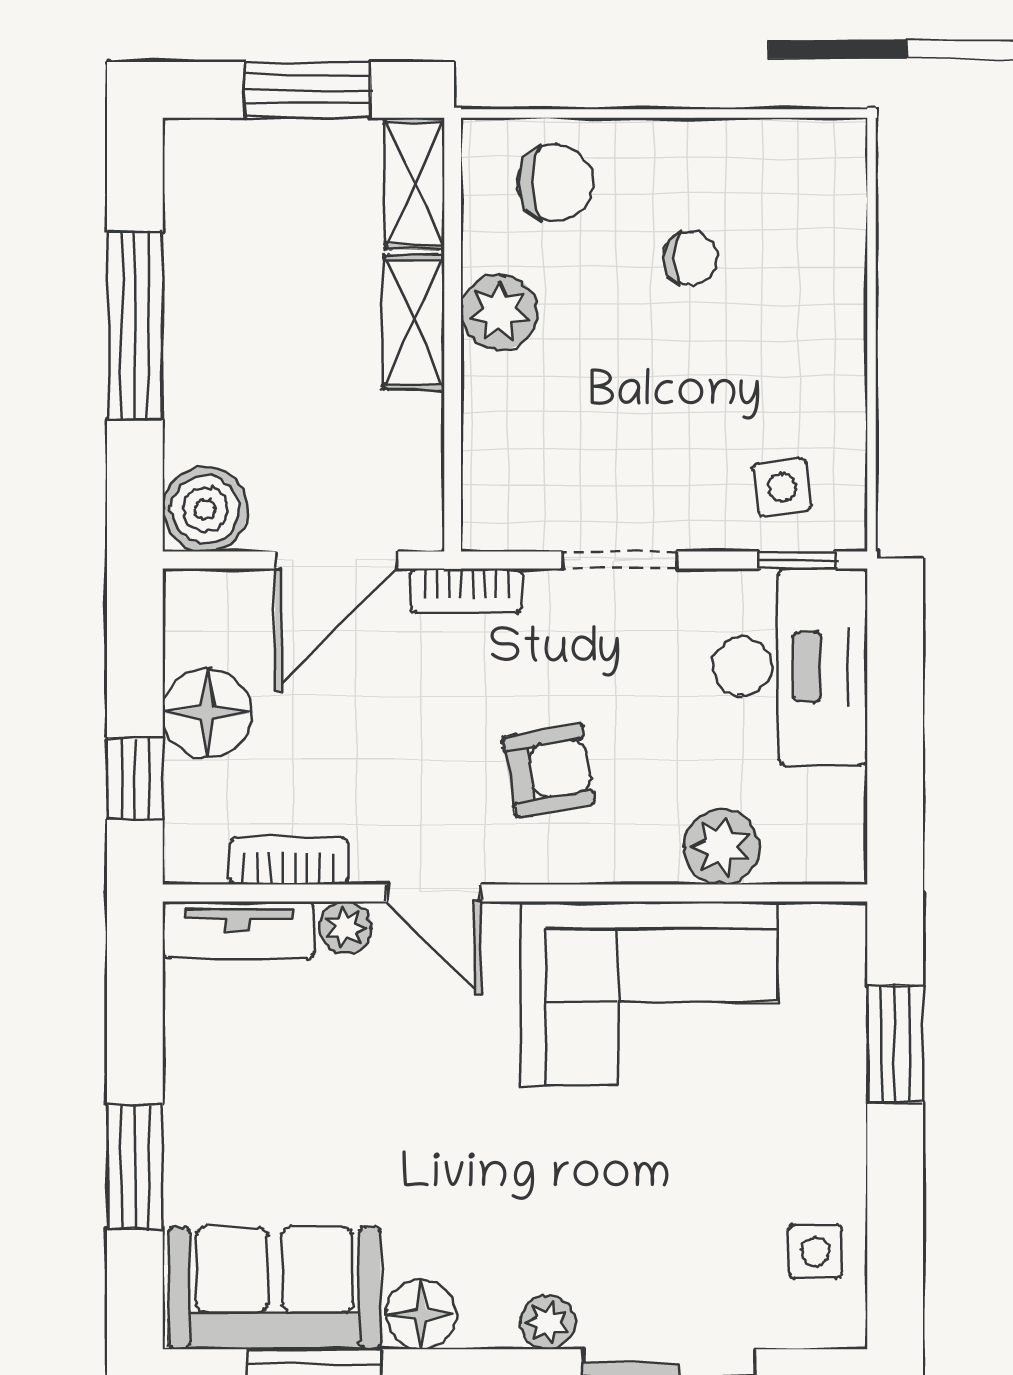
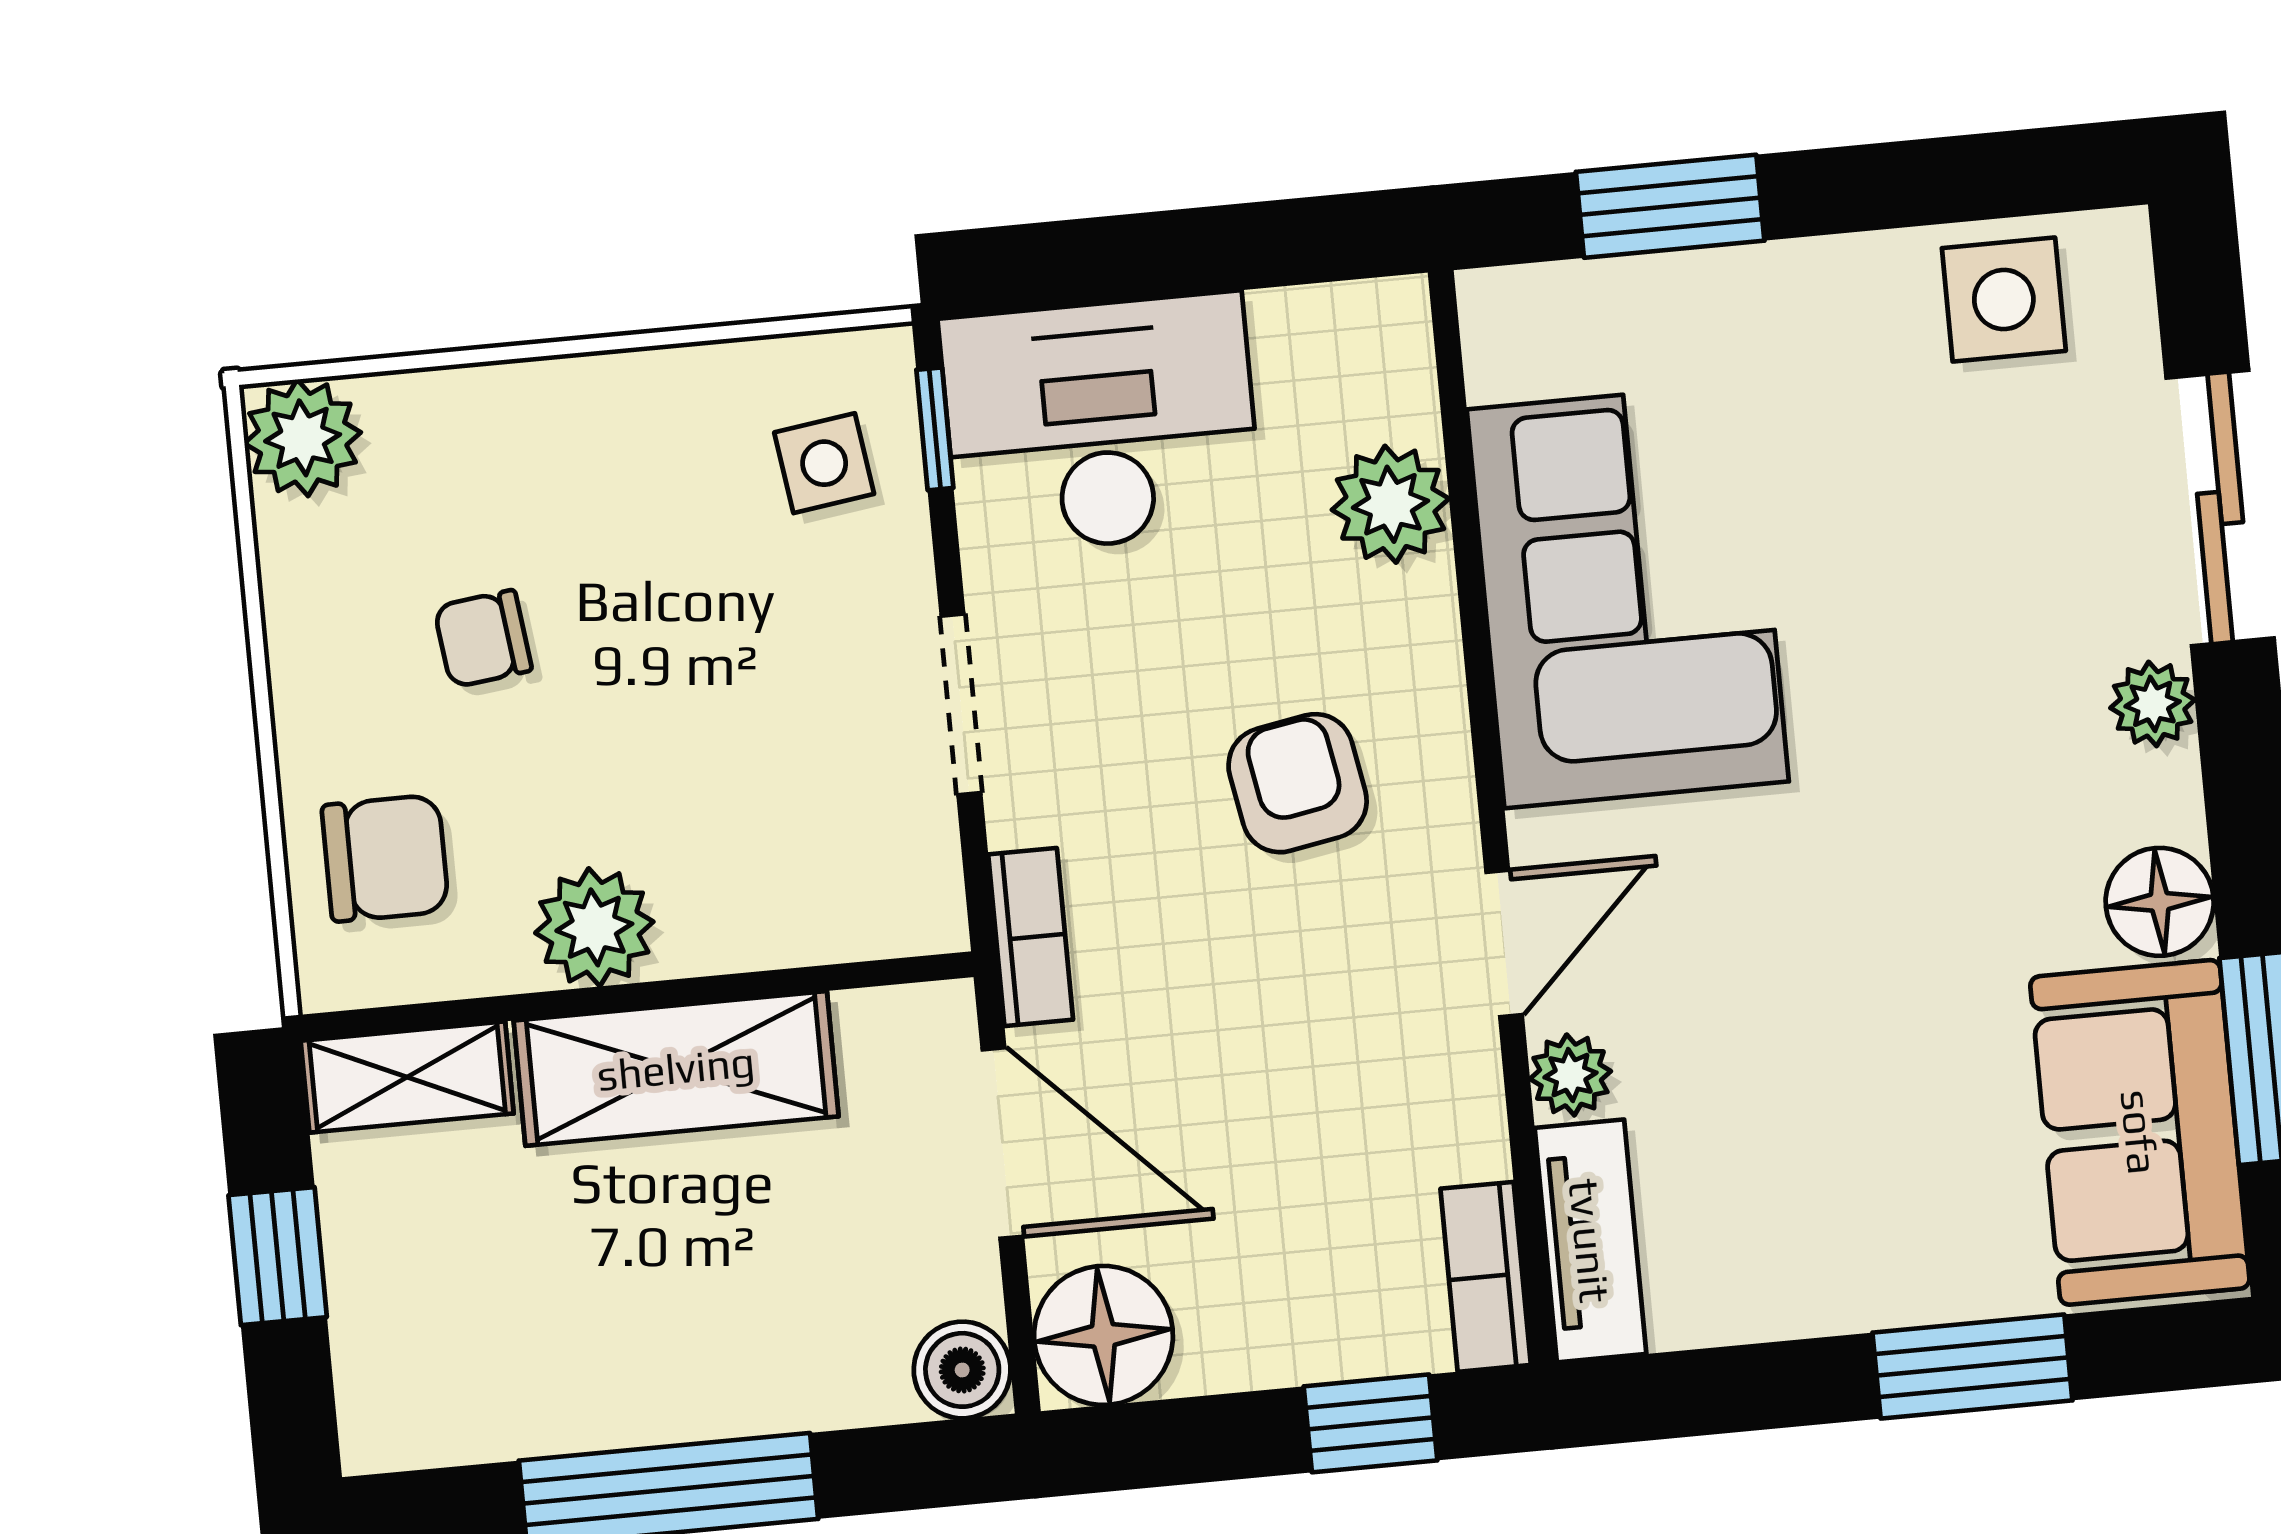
window: (308, 90) -> (278, 1256), width x0.67
plant: (830, 155) -> (303, 438), added
chair: (556, 183) -> (385, 858), turned 92
chair: (690, 258) -> (483, 639), turned -98
shelving: (414, 322) -> (676, 1068), width x1.50, depth x1.33
boiler: (205, 509) -> (962, 1370), width x0.73, depth x0.73
floor lamp: (207, 713) -> (1103, 1335), moved
bookcase: (289, 861) -> (1486, 1277), moved
side table: (815, 1251) -> (2004, 299), width x1.37, depth x1.37

